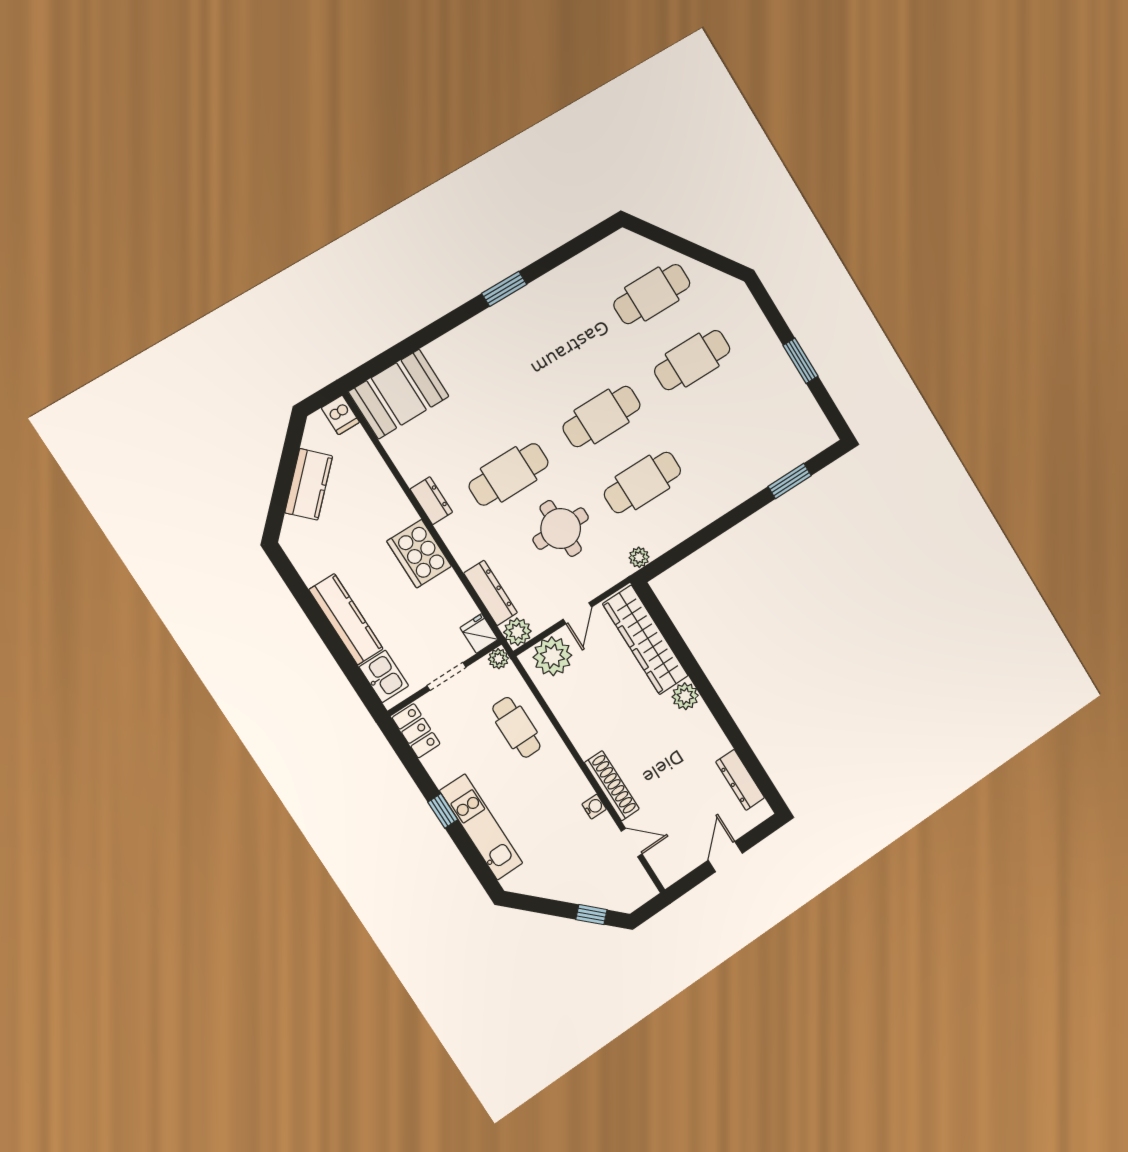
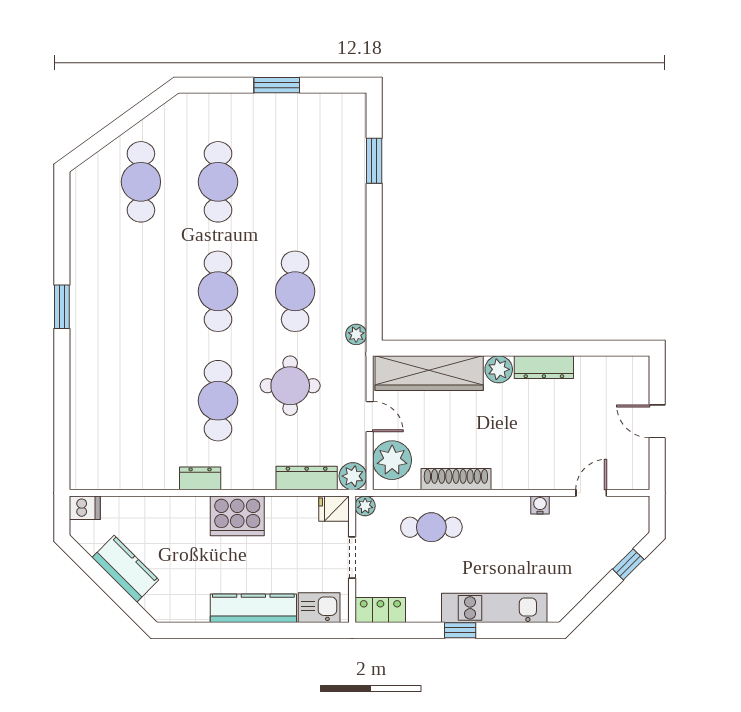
booth: (399, 394) -> (96, 450), removed
dresser: (740, 780) -> (544, 367), moved
shoe rack: (612, 786) -> (456, 479), moved

